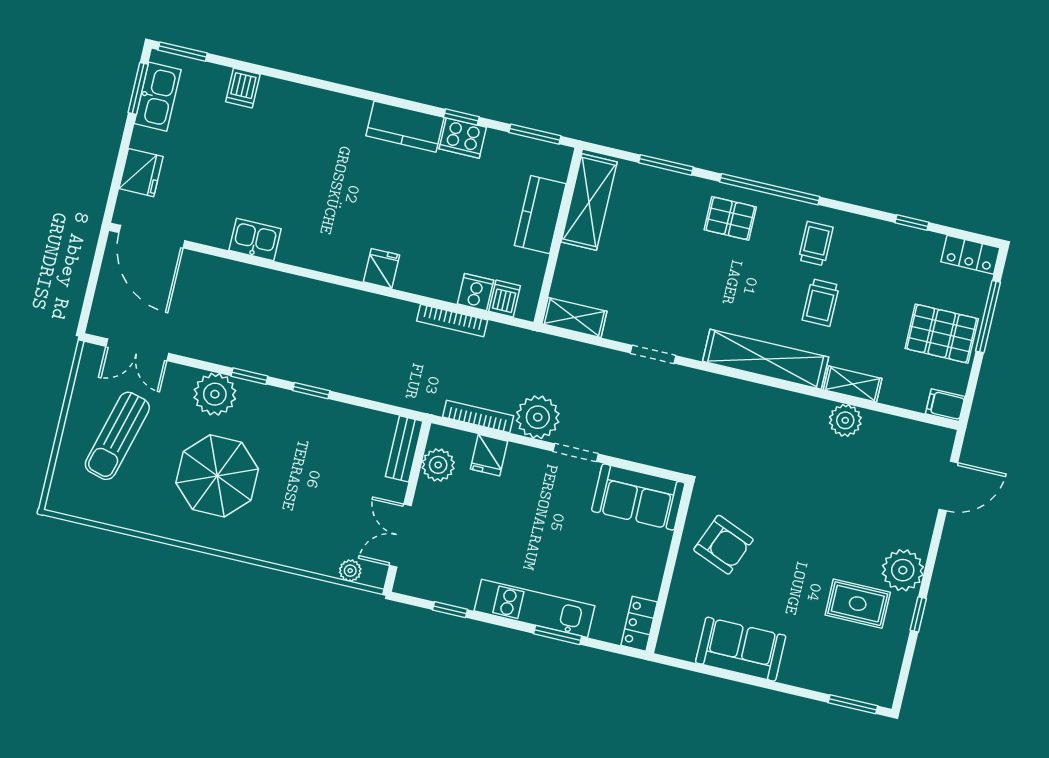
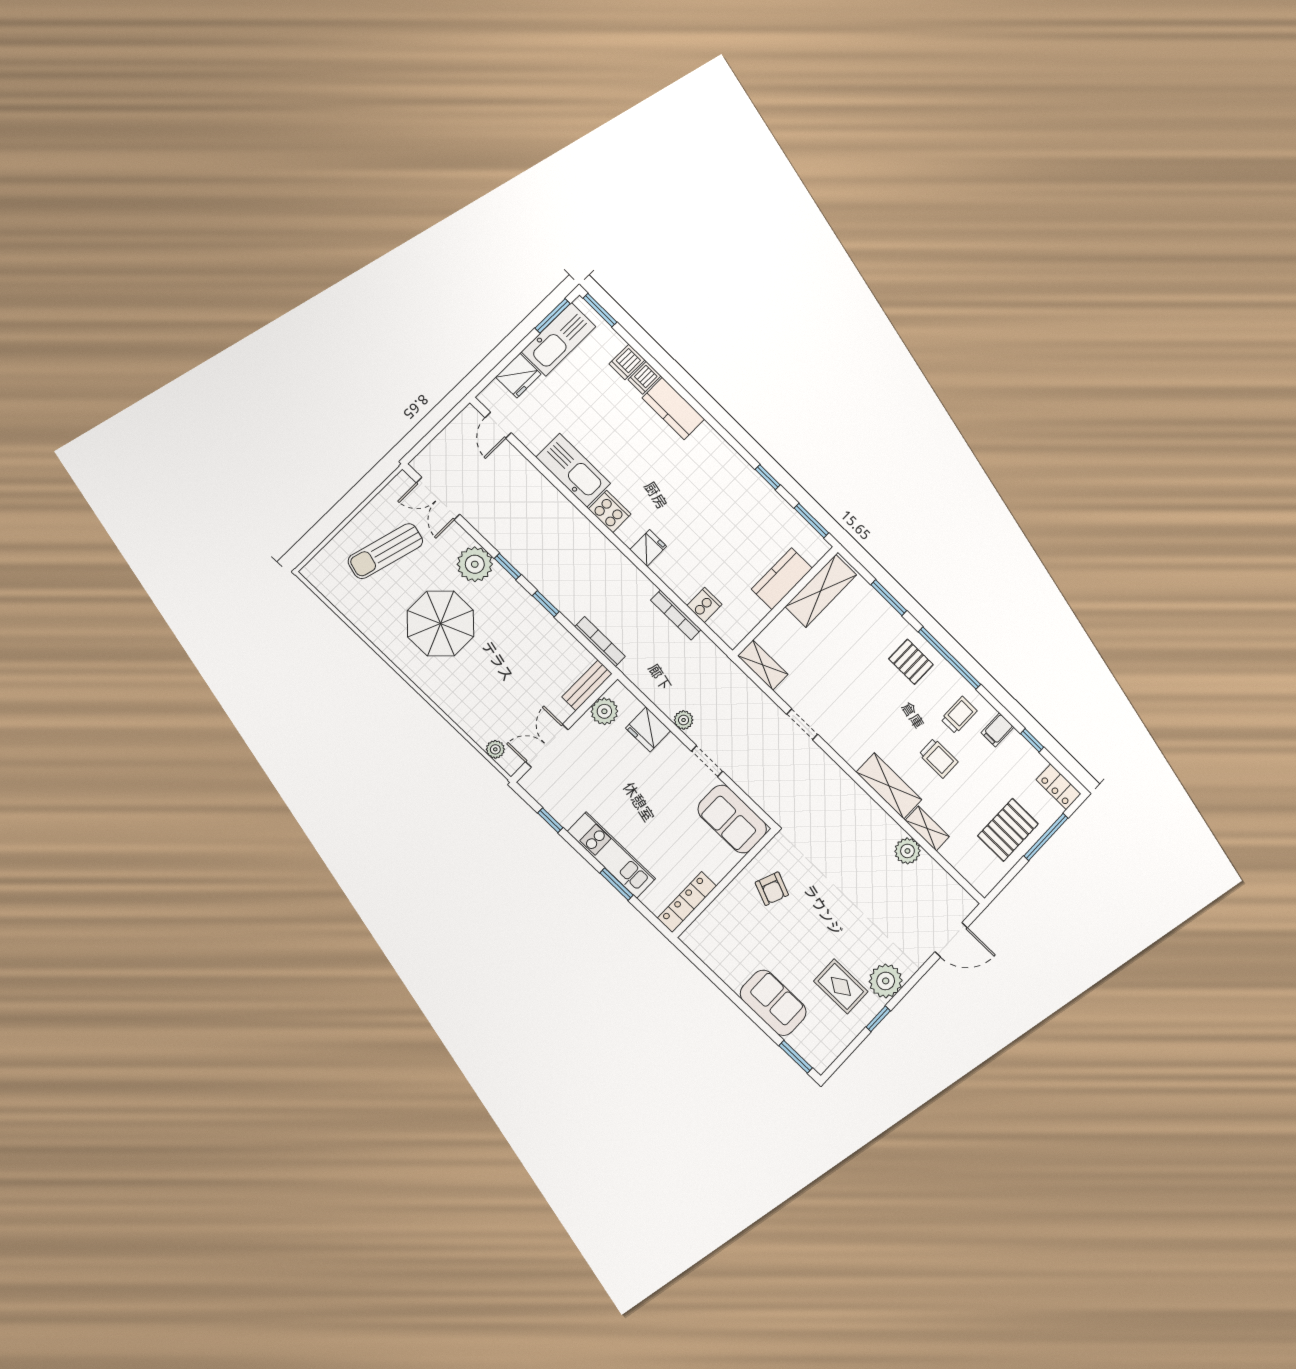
kitchen sink: (158, 97) -> (559, 339), width x1.36, depth x1.24
kitchen counter: (405, 127) -> (673, 408), moved
cooker: (463, 138) -> (610, 512), moved, turned 180
door: (152, 237) -> (498, 425), width x0.53
kitchen sink: (255, 239) -> (573, 470), width x1.87, depth x1.24
dishwasher: (505, 298) -> (645, 378), moved, turned 180
trolley: (821, 303) -> (938, 758), turned -90
pallet: (942, 334) -> (1008, 830), turned 90
shelving: (766, 359) -> (889, 786), width x0.68
filing cabinet: (945, 405) -> (998, 730), moved, turned -90
bookcase: (478, 416) -> (600, 642), moved
plant: (538, 417) -> (684, 720), width x0.53, depth x0.53
fridge: (489, 455) -> (648, 729), width x1.38
armchair: (723, 545) -> (772, 889), width x0.72, depth x0.72
locker: (639, 624) -> (687, 902), width x1.53
sofa: (741, 649) -> (773, 1003), moved

